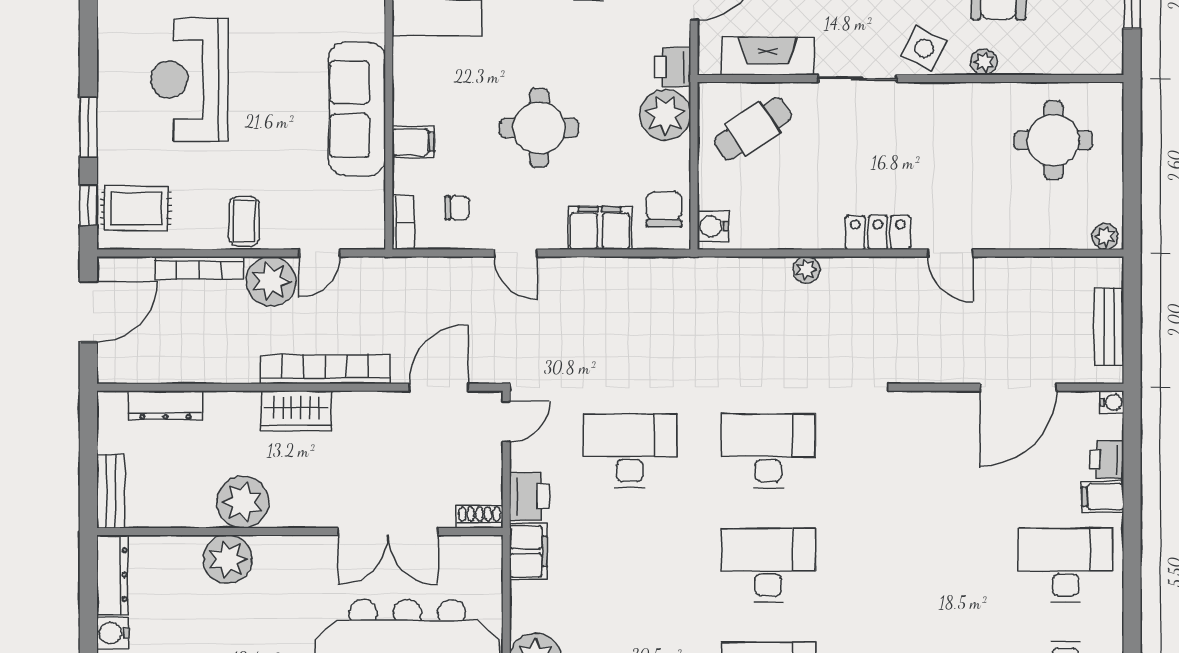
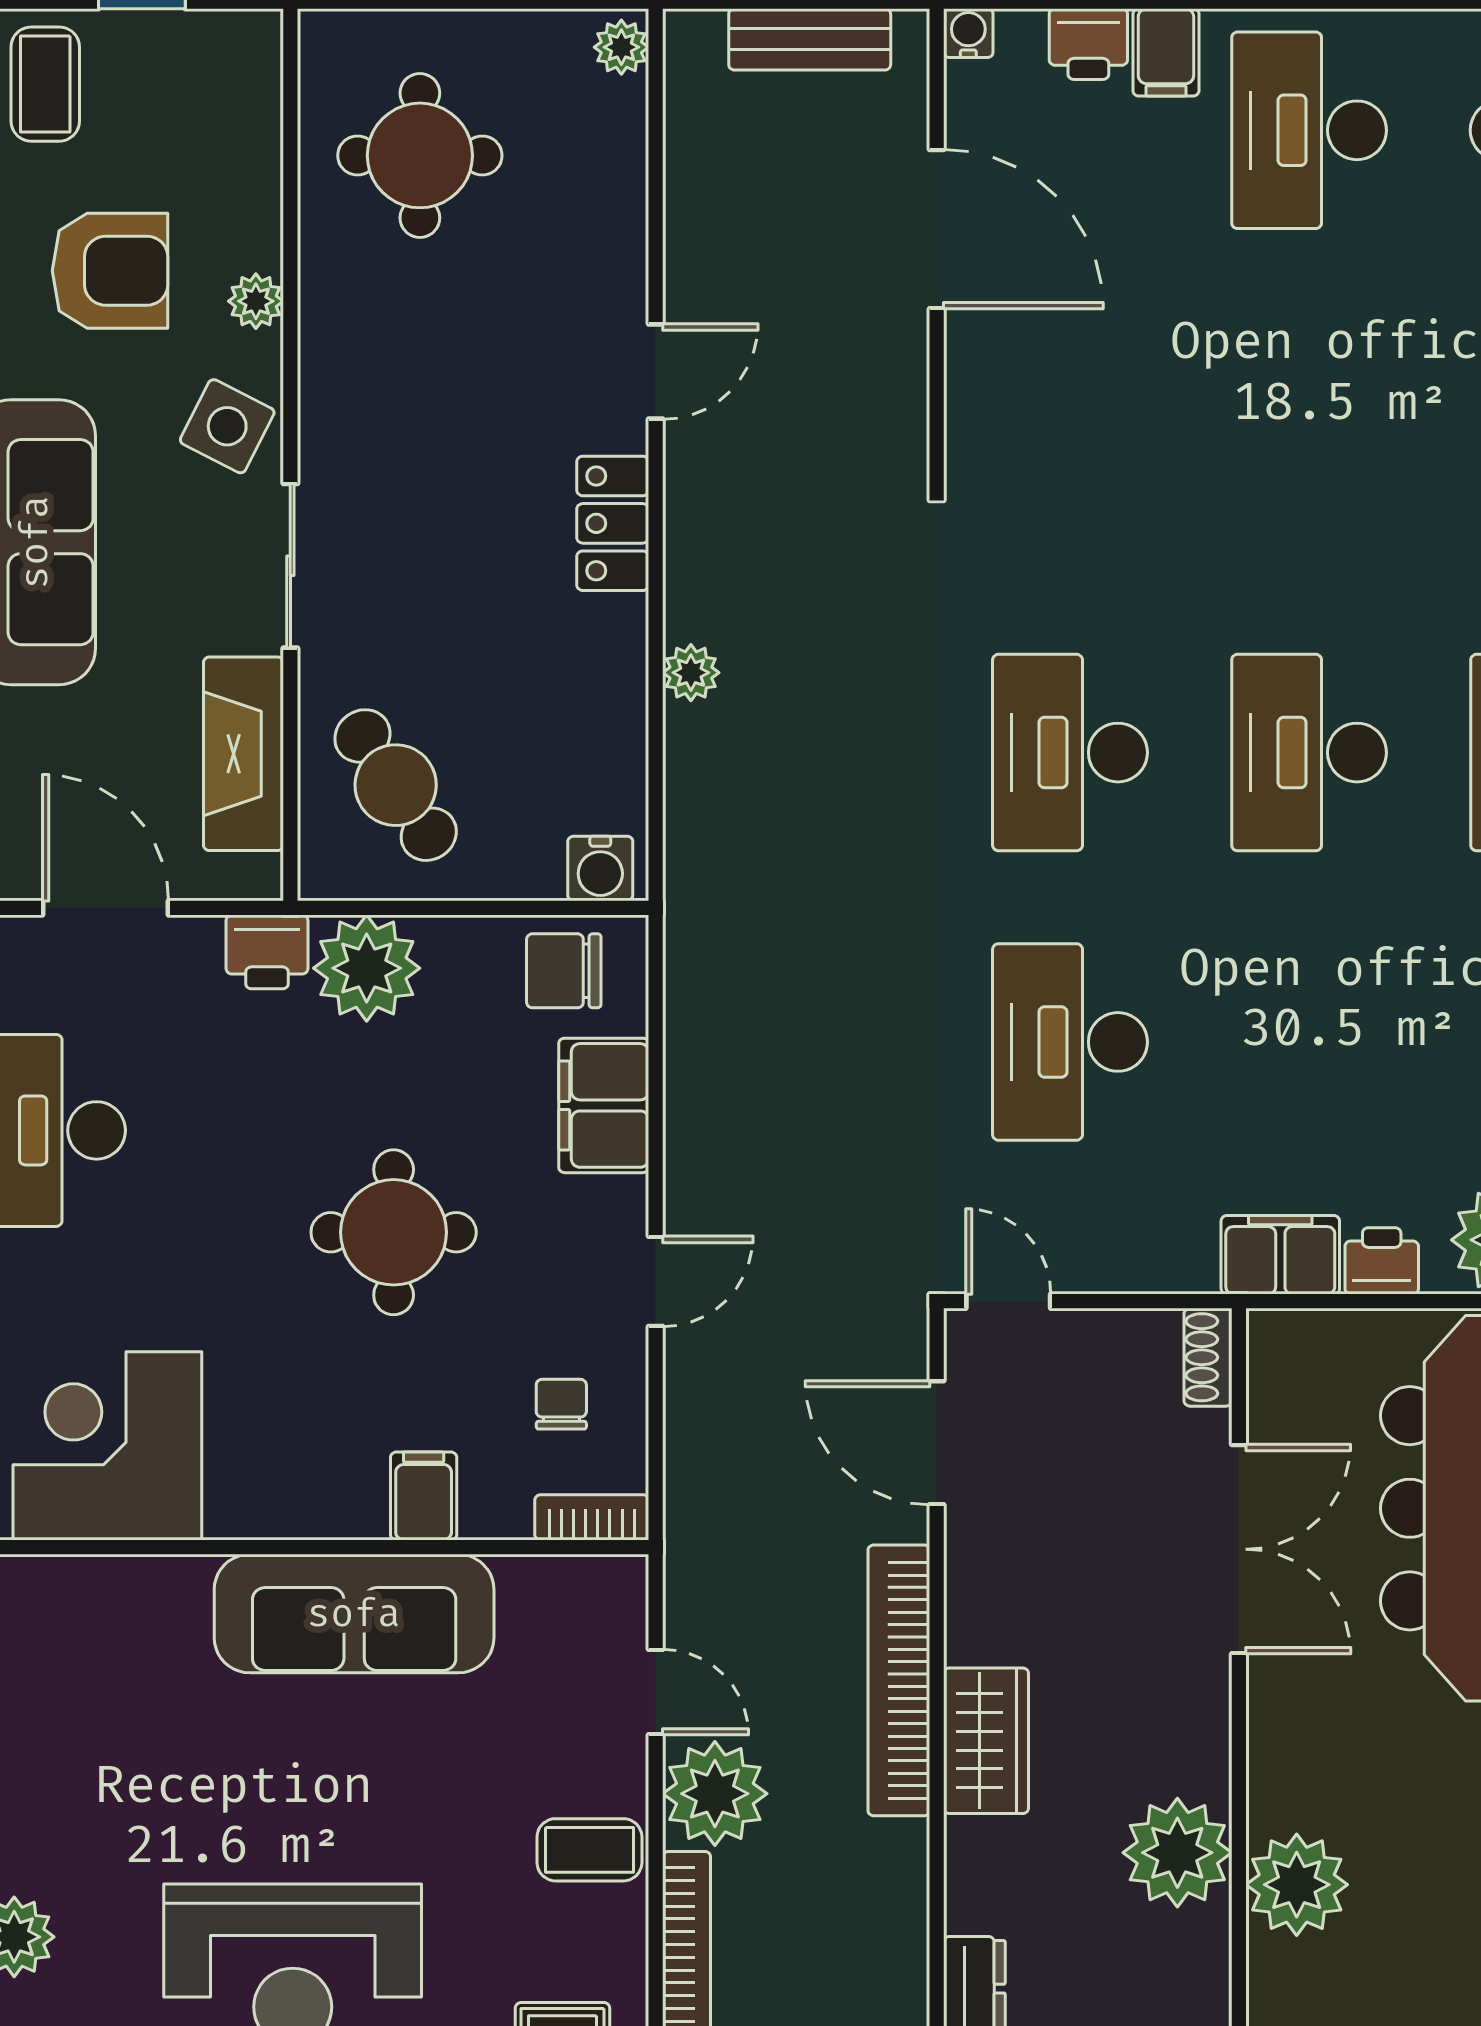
printer: (529, 497) -> (1382, 1261), moved, width x0.73, depth x0.81

